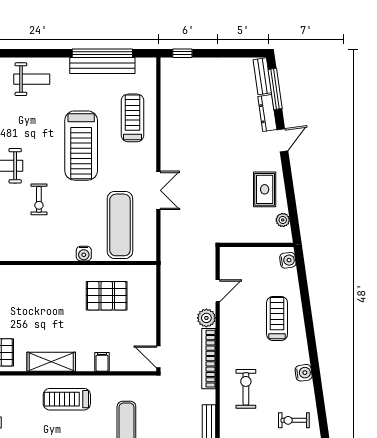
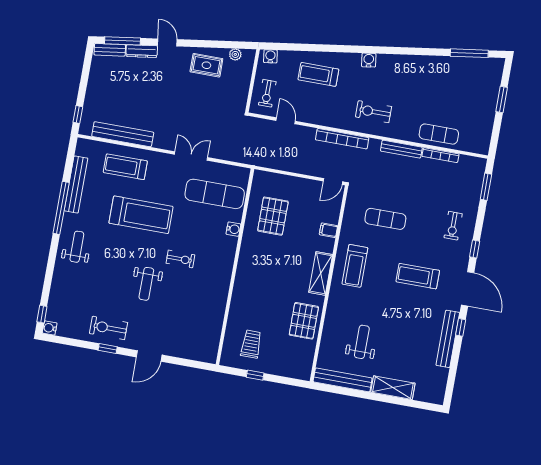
window: (102, 53) -> (61, 208), moved
bench: (169, 108) -> (123, 134), added
plant: (206, 318) -> (307, 134), removed
exercise bike: (294, 420) -> (267, 93), moved

